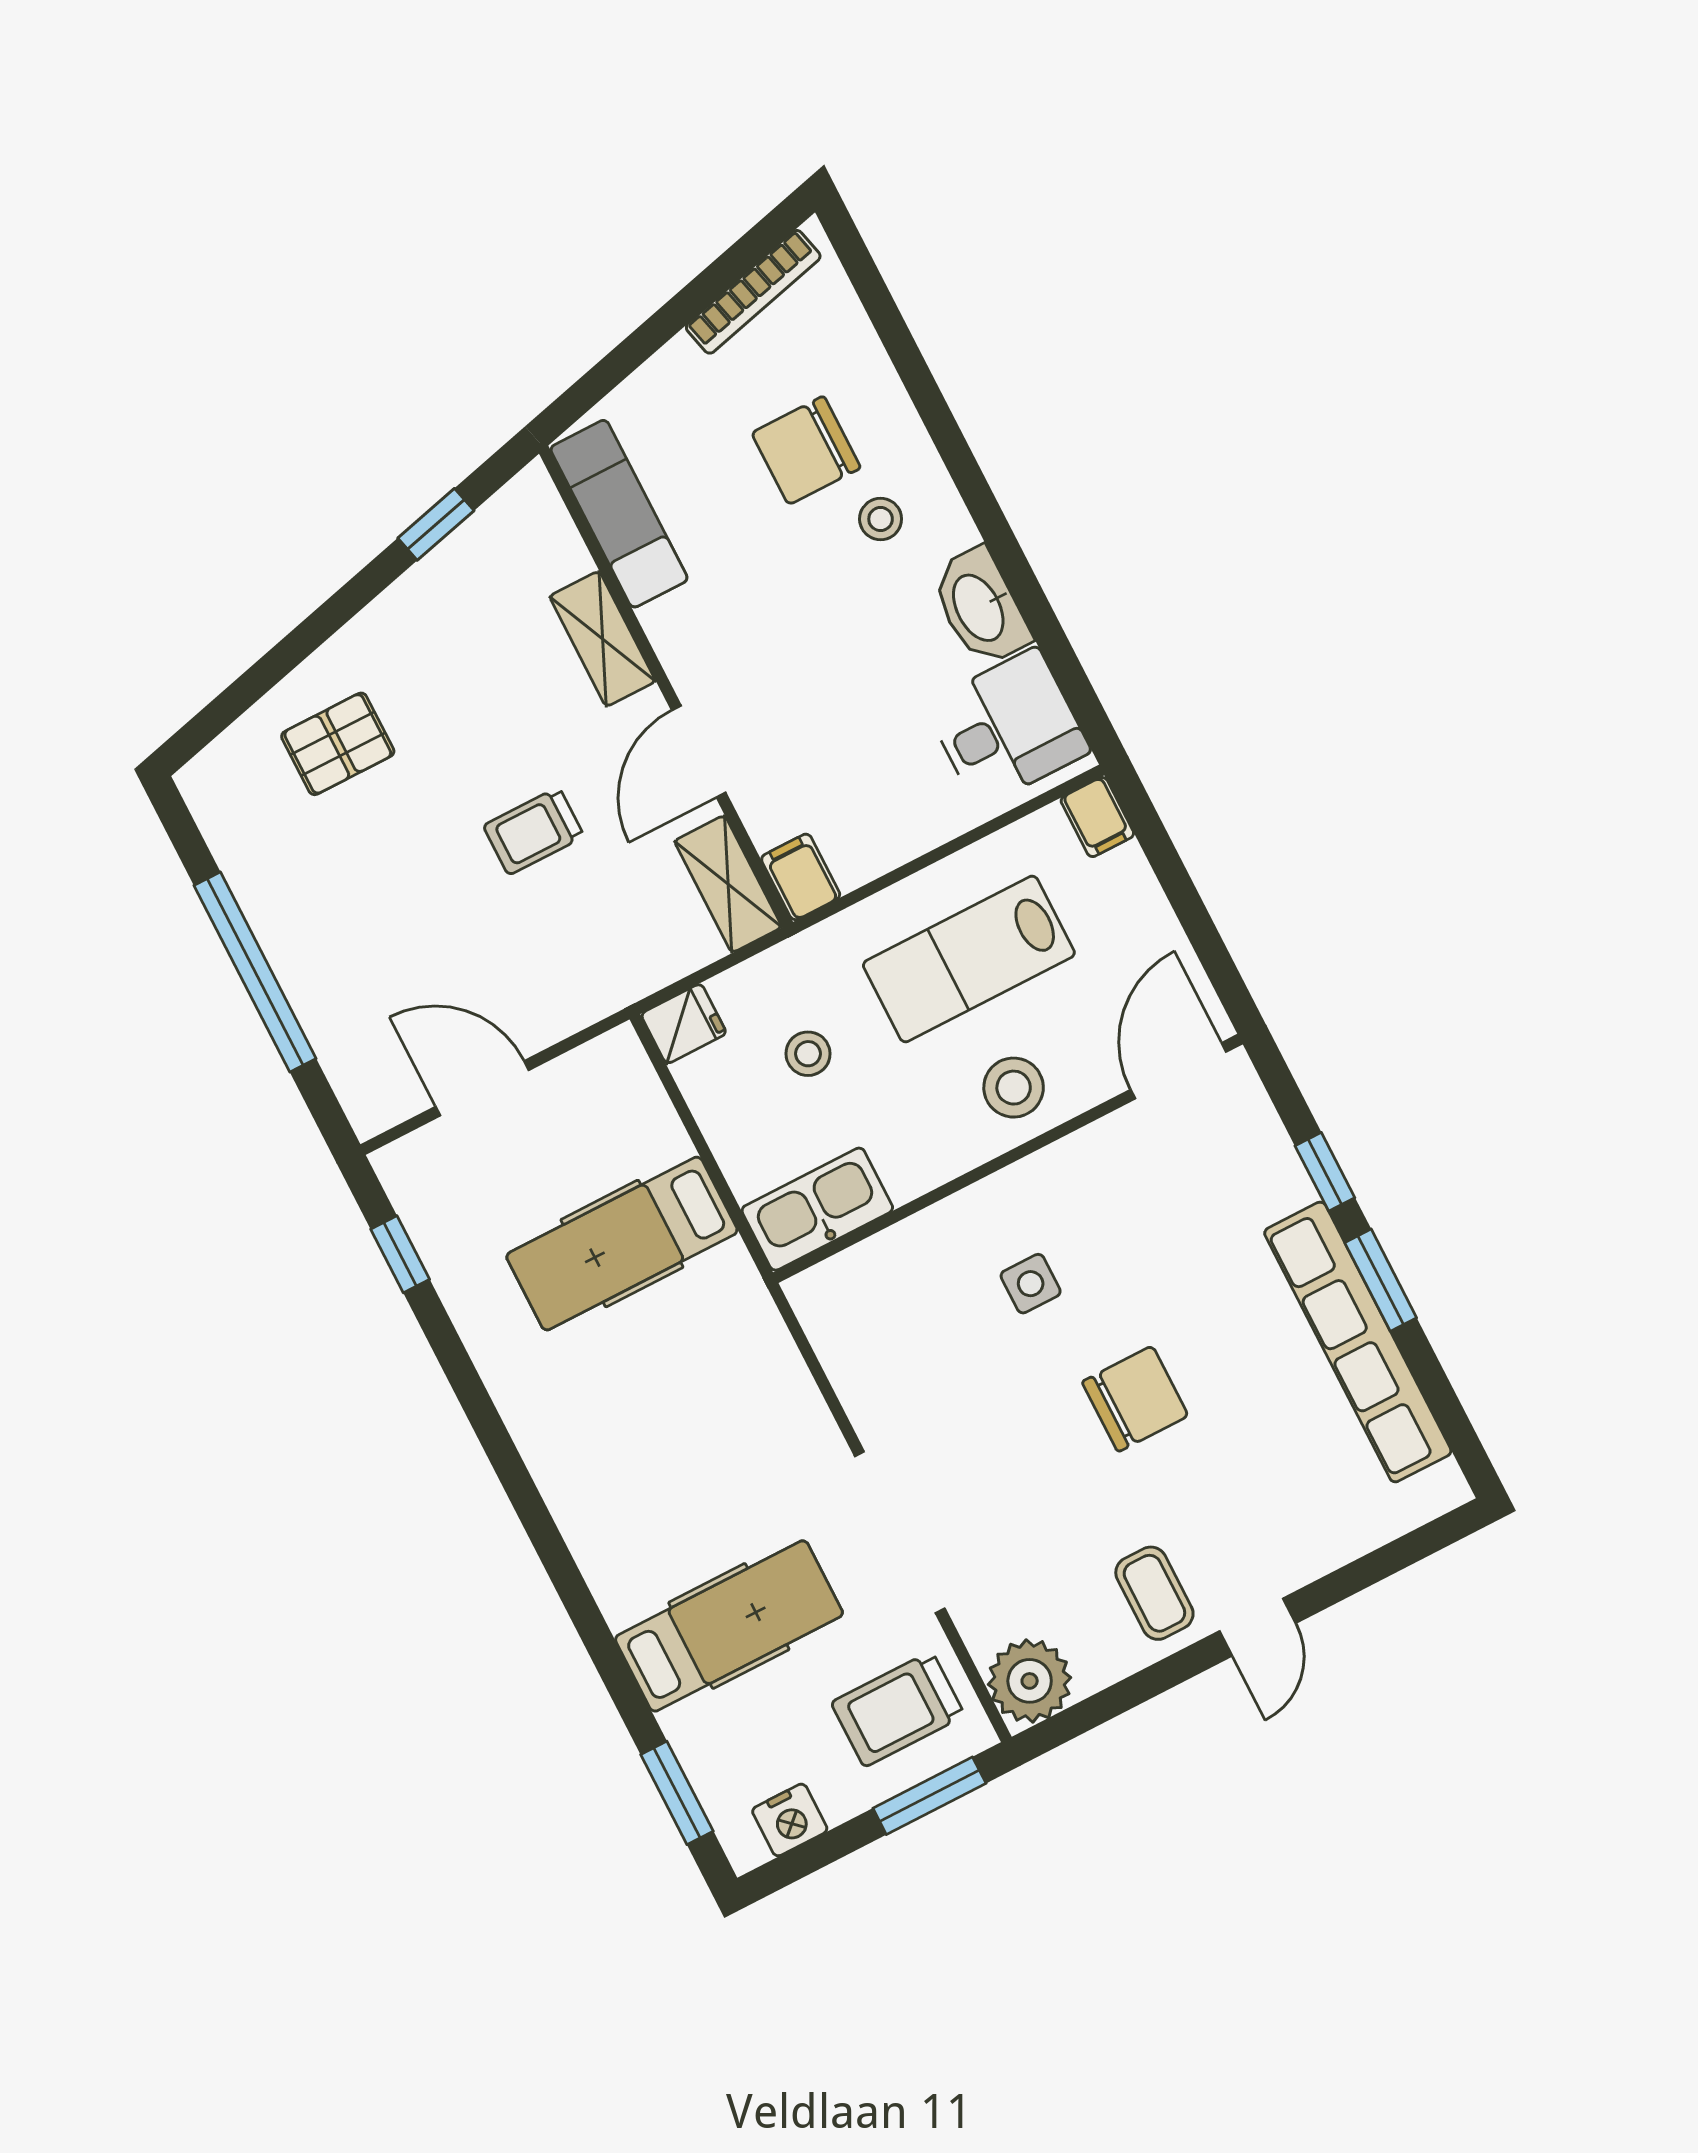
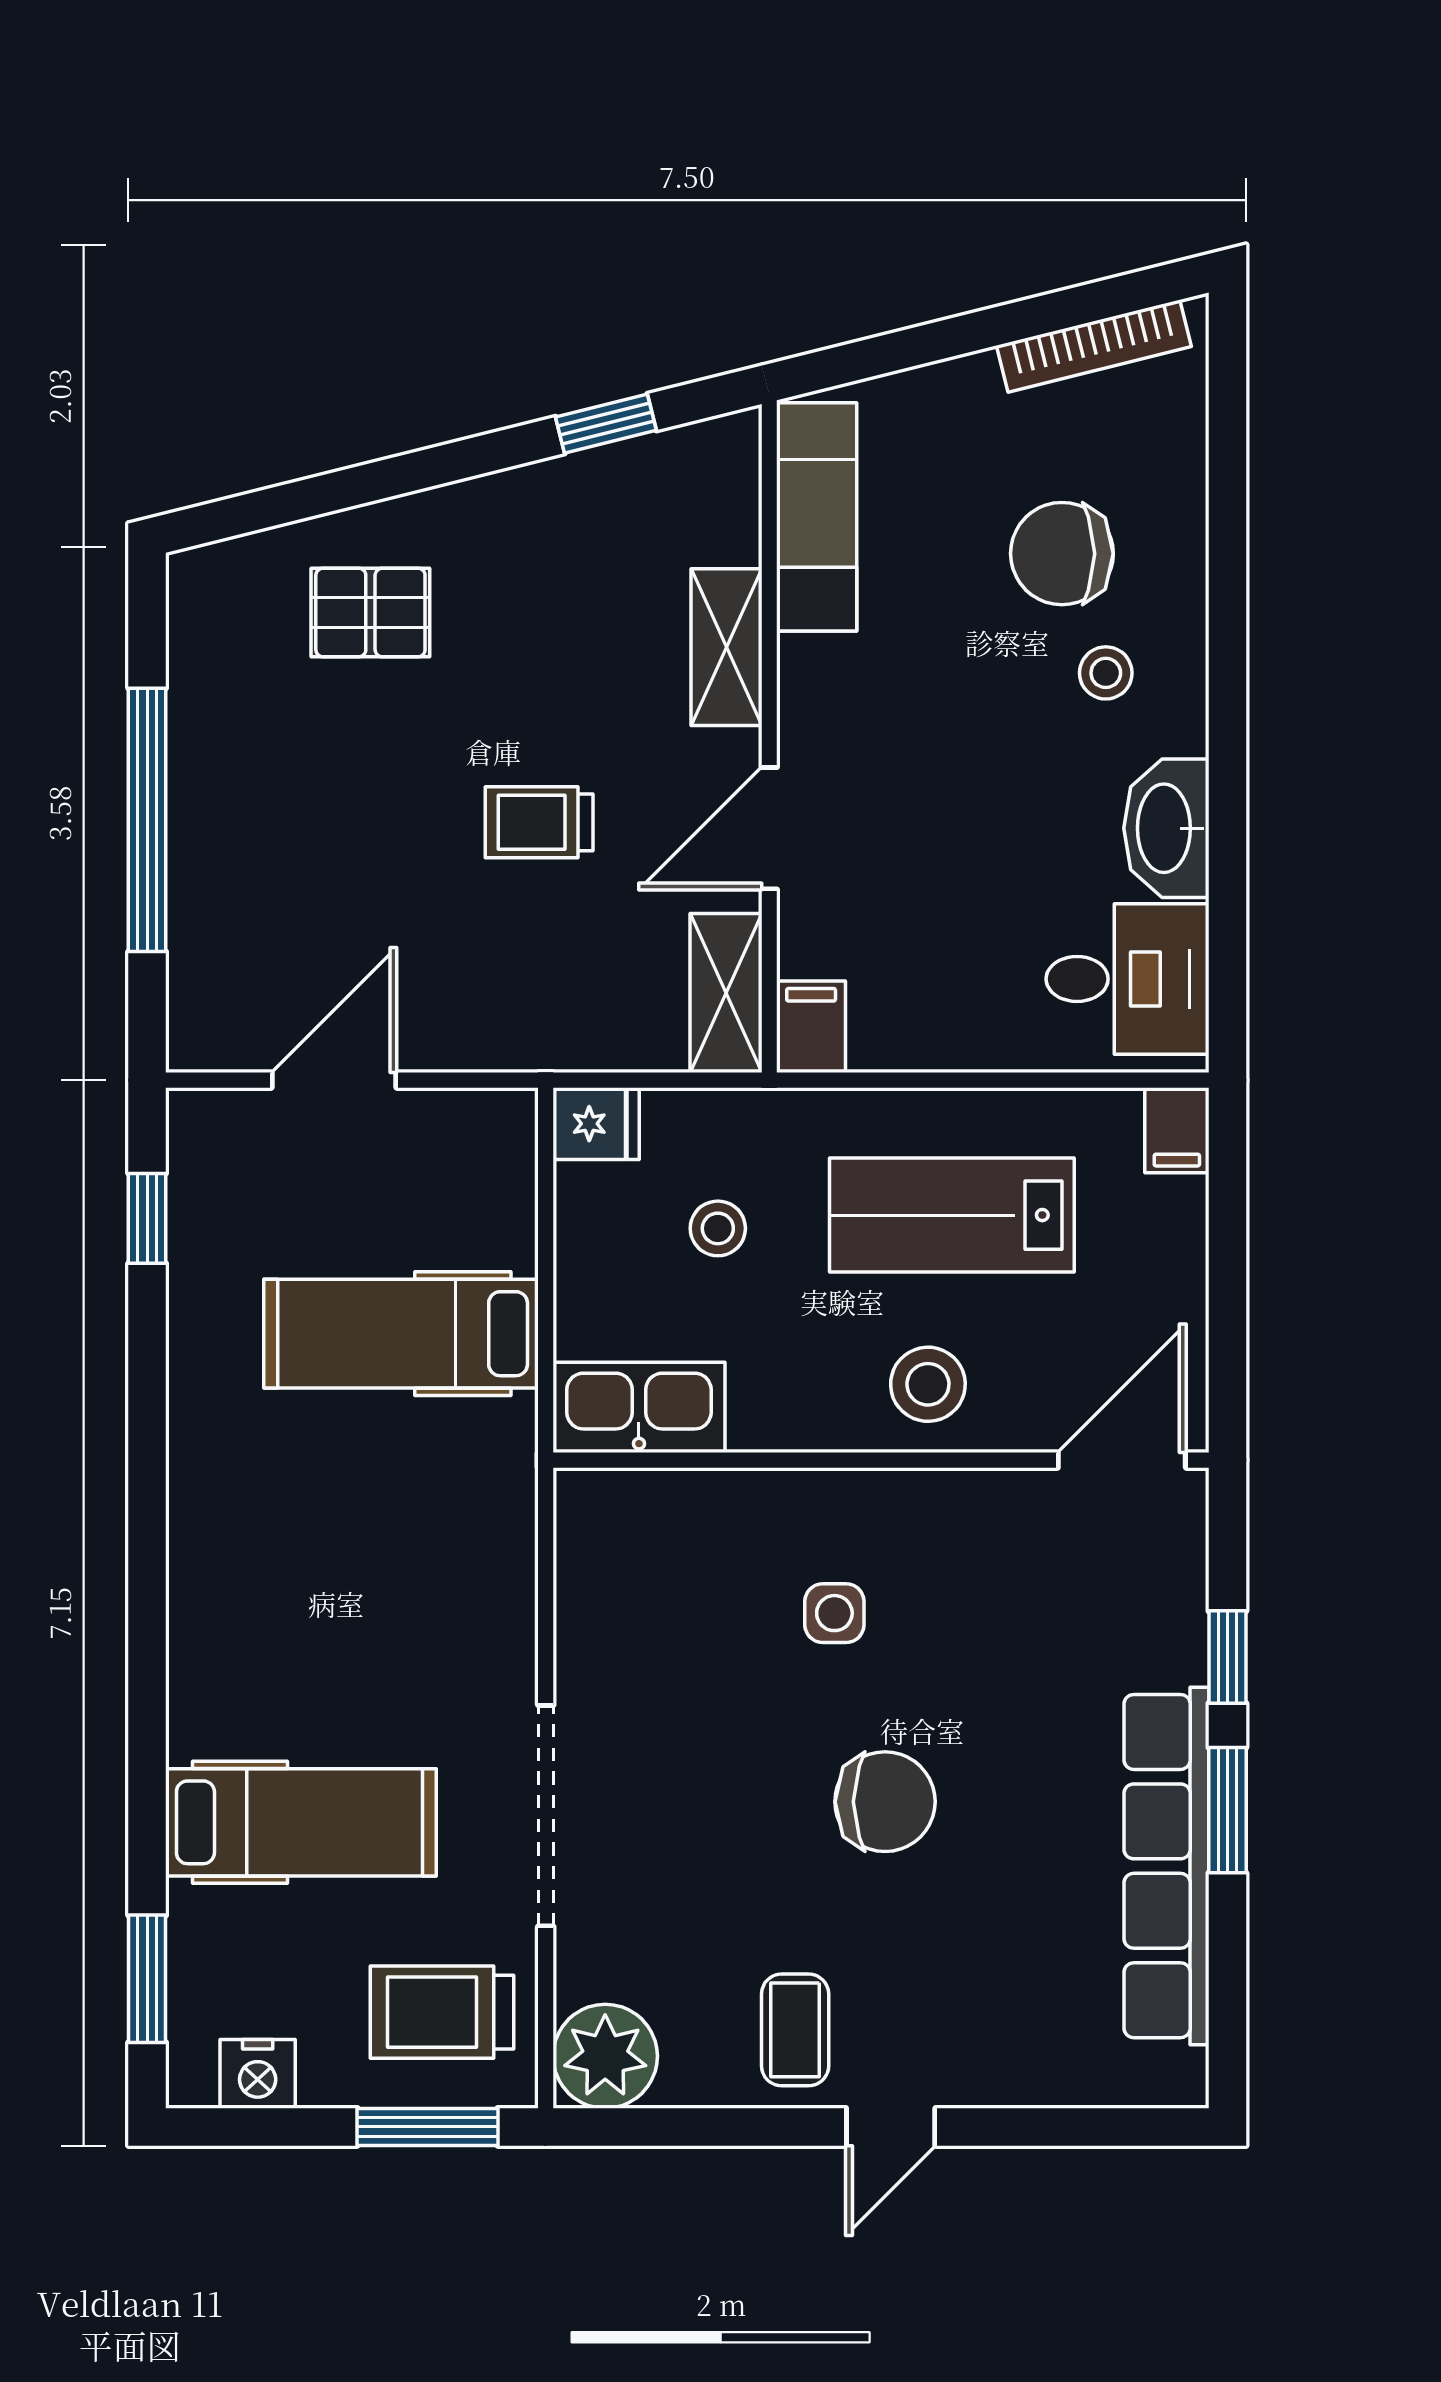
door: (482, 1088) -> (334, 1080), hinge flipped

